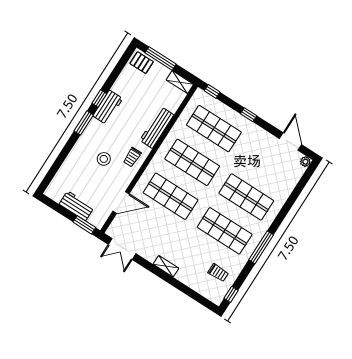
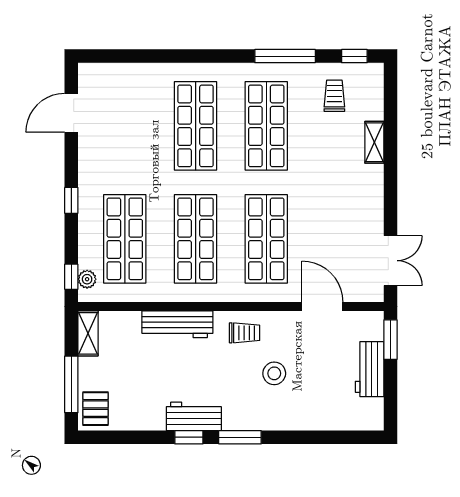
plant: (305, 162) -> (87, 279), moved
window: (261, 247) -> (285, 56), moved
shelving: (166, 266) -> (374, 142), moved

